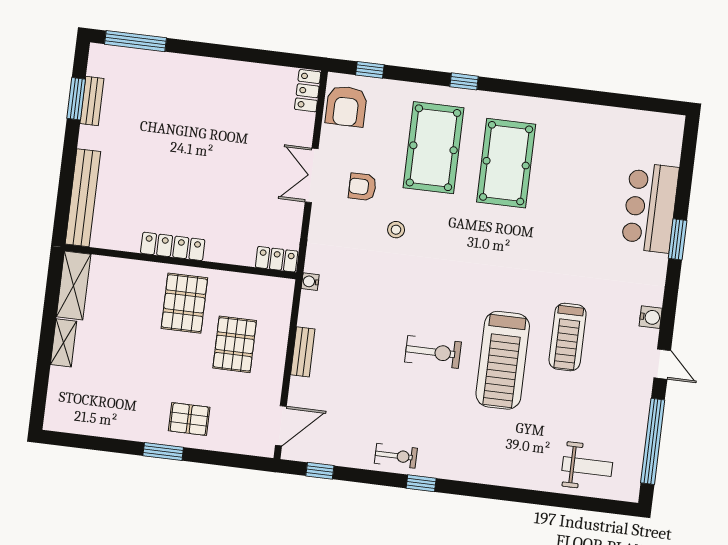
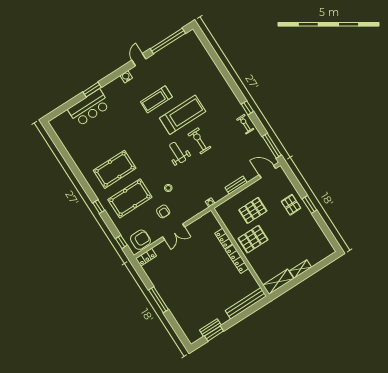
window: (135, 41) -> (159, 300), moved
locker: (277, 259) -> (224, 238), moved
treadmill: (568, 337) -> (156, 99), turned 180
weight bench: (587, 466) -> (178, 152), moved
window: (320, 471) -> (272, 146), width x2.17

